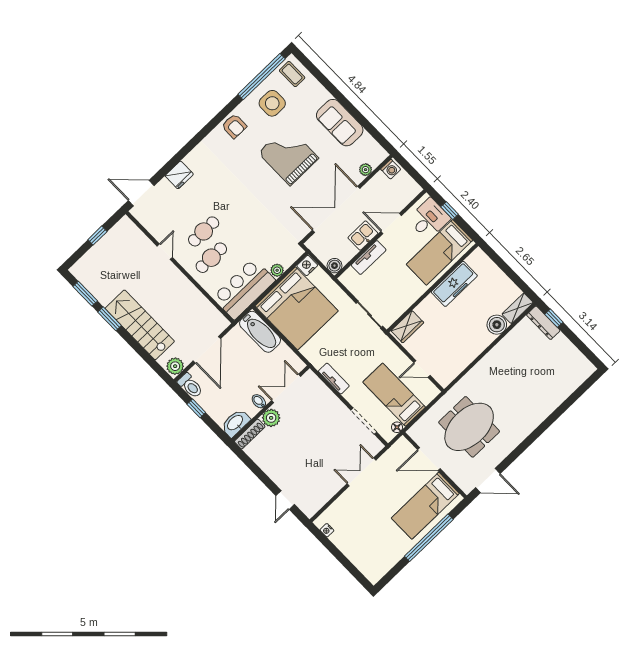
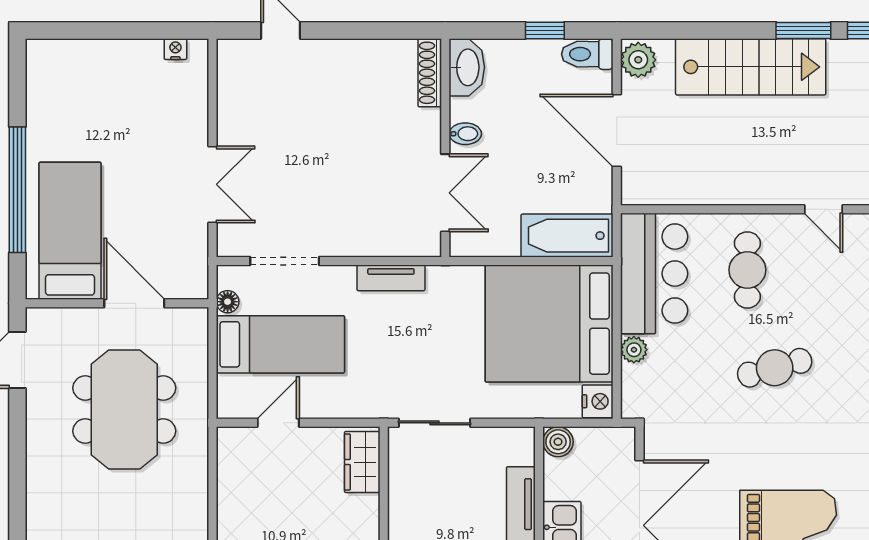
cafe table: (204, 231) -> (775, 368), moved, turned 75
plant: (271, 418) -> (423, 128), removed
door: (429, 459) -> (134, 303), hinge flipped

